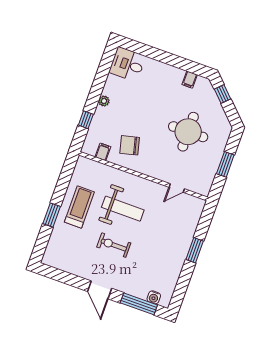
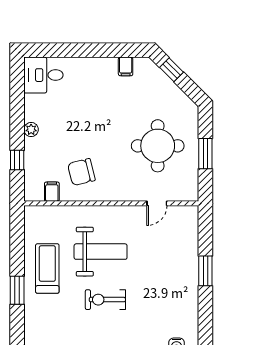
round table: (188, 132) -> (158, 146), moved

